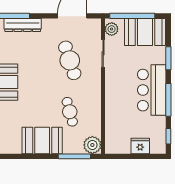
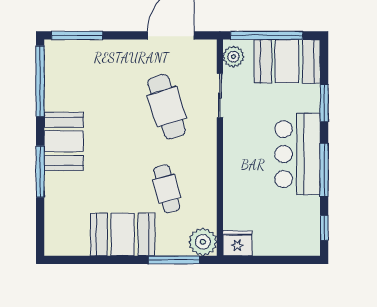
dresser: (23, 25) -> (92, 50), removed
fridge: (140, 146) -> (237, 243), moved

